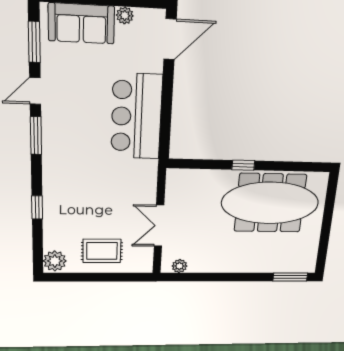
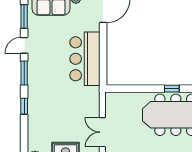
window: (243, 165) -> (172, 89), moved
window: (37, 207) -> (24, 106), moved

